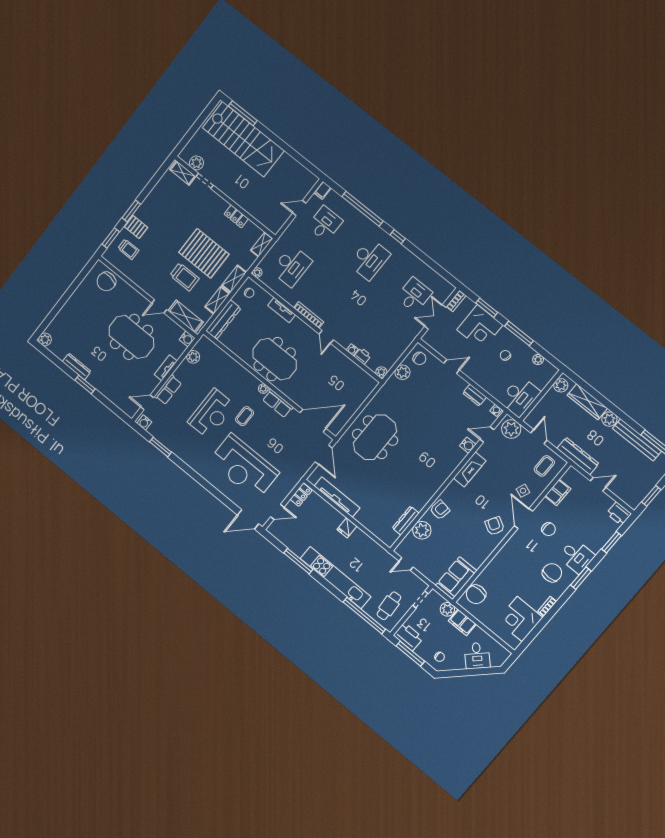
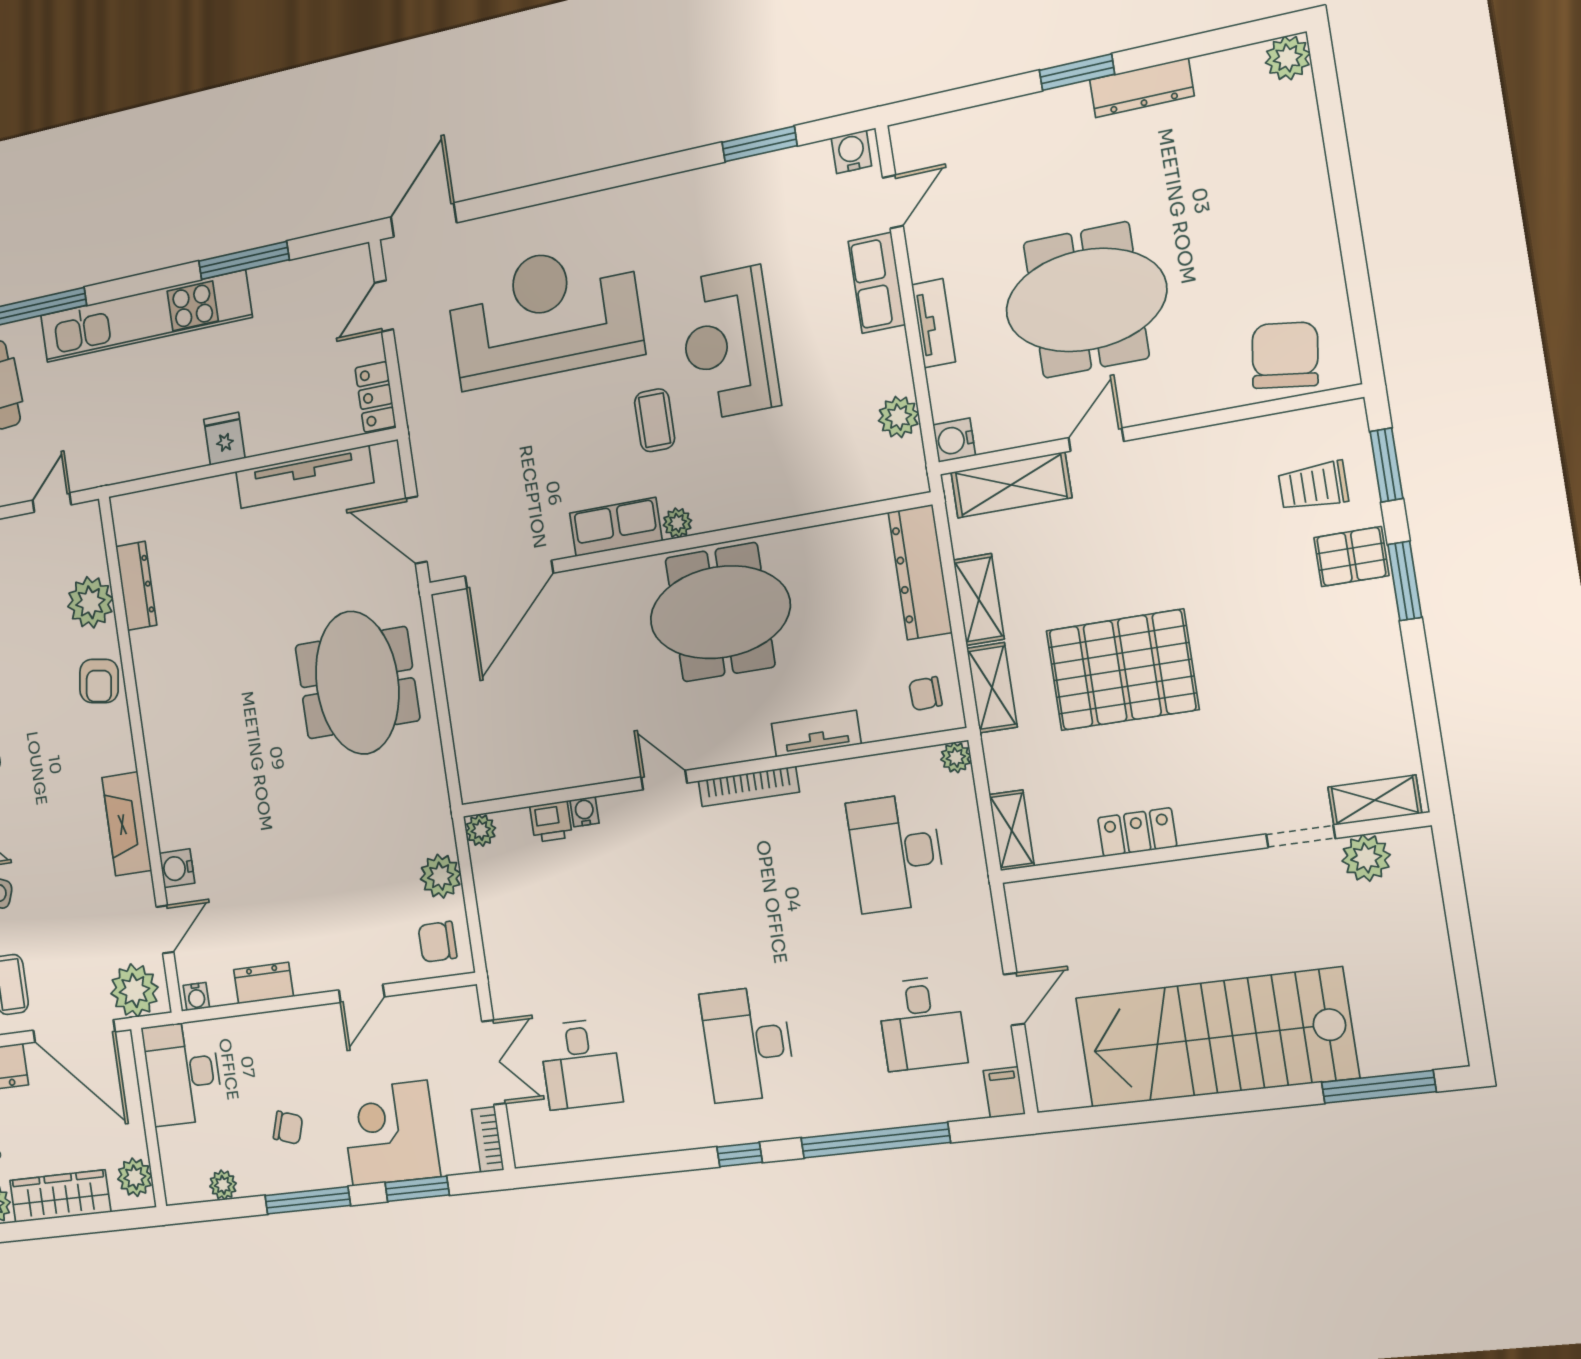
stairs: (243, 139) -> (1216, 1038), moved
trolley: (184, 277) -> (1110, 569), removed
door: (539, 437) -> (74, 1031), width x1.88

